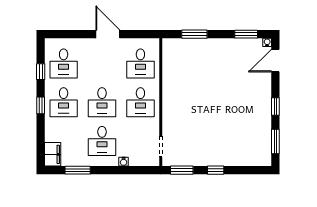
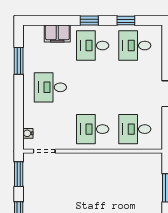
desk: (102, 102) -> (93, 87), removed
filing cabinet: (53, 154) -> (57, 34), moved
water cooler: (124, 162) -> (28, 133), moved

